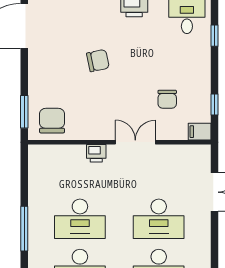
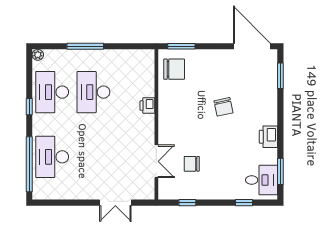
filing cabinet: (200, 132) -> (165, 191), removed
double door: (135, 142) -> (156, 161), moved
desk: (159, 219) -> (93, 157), removed

